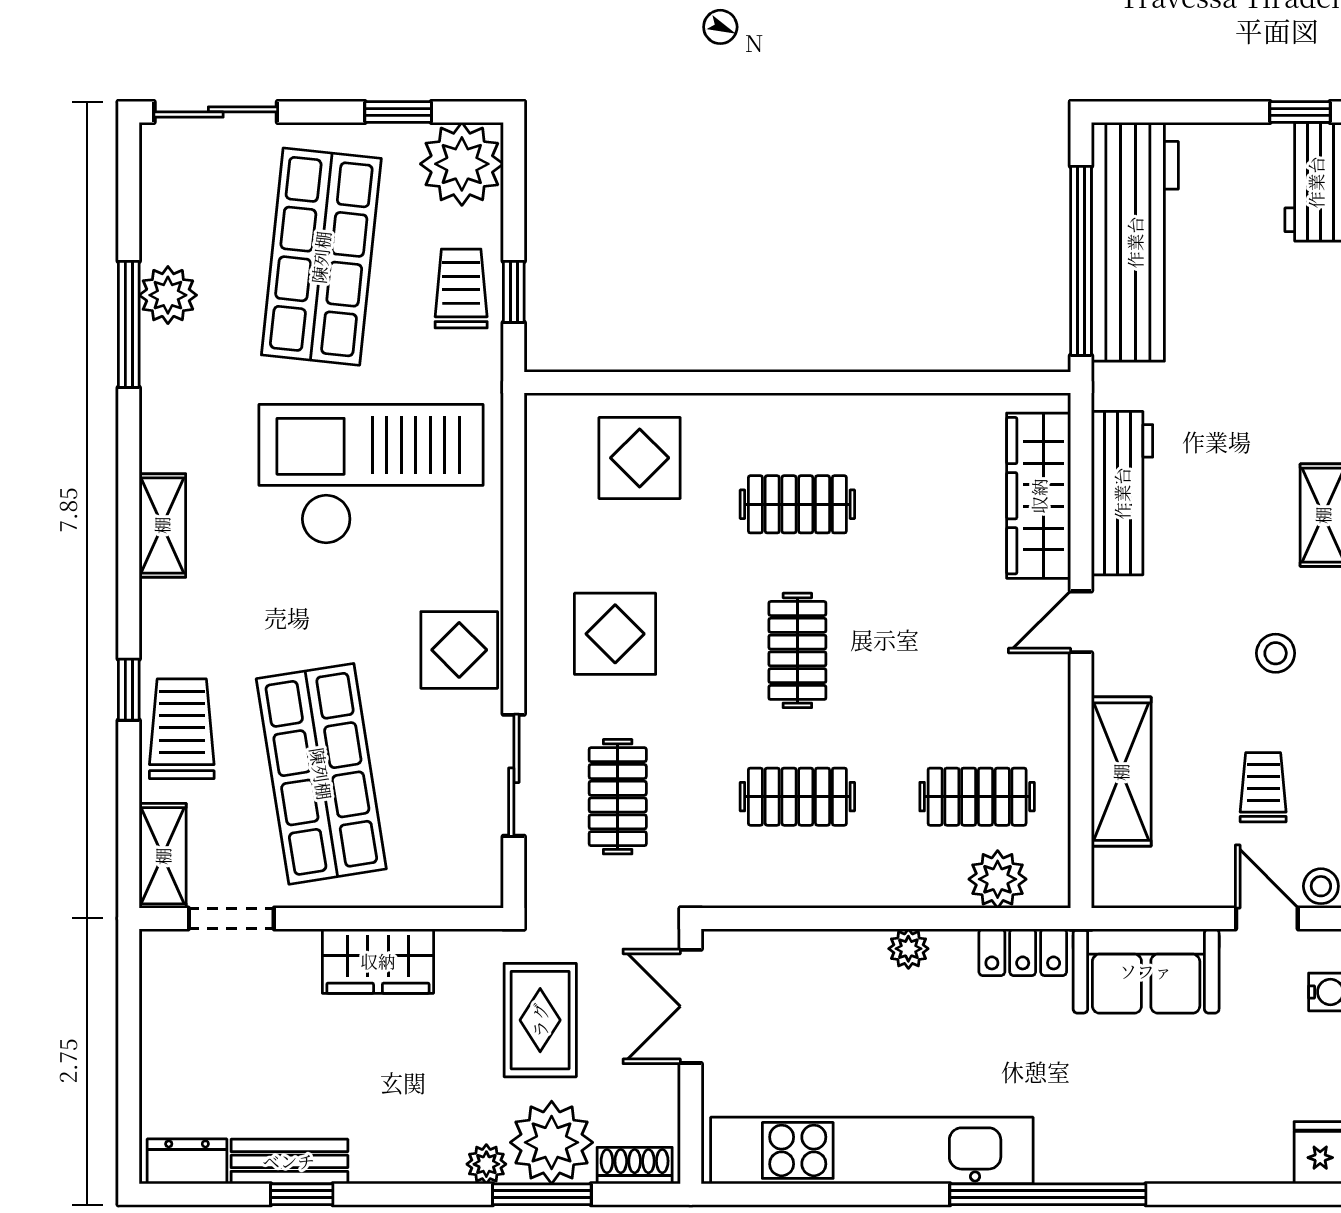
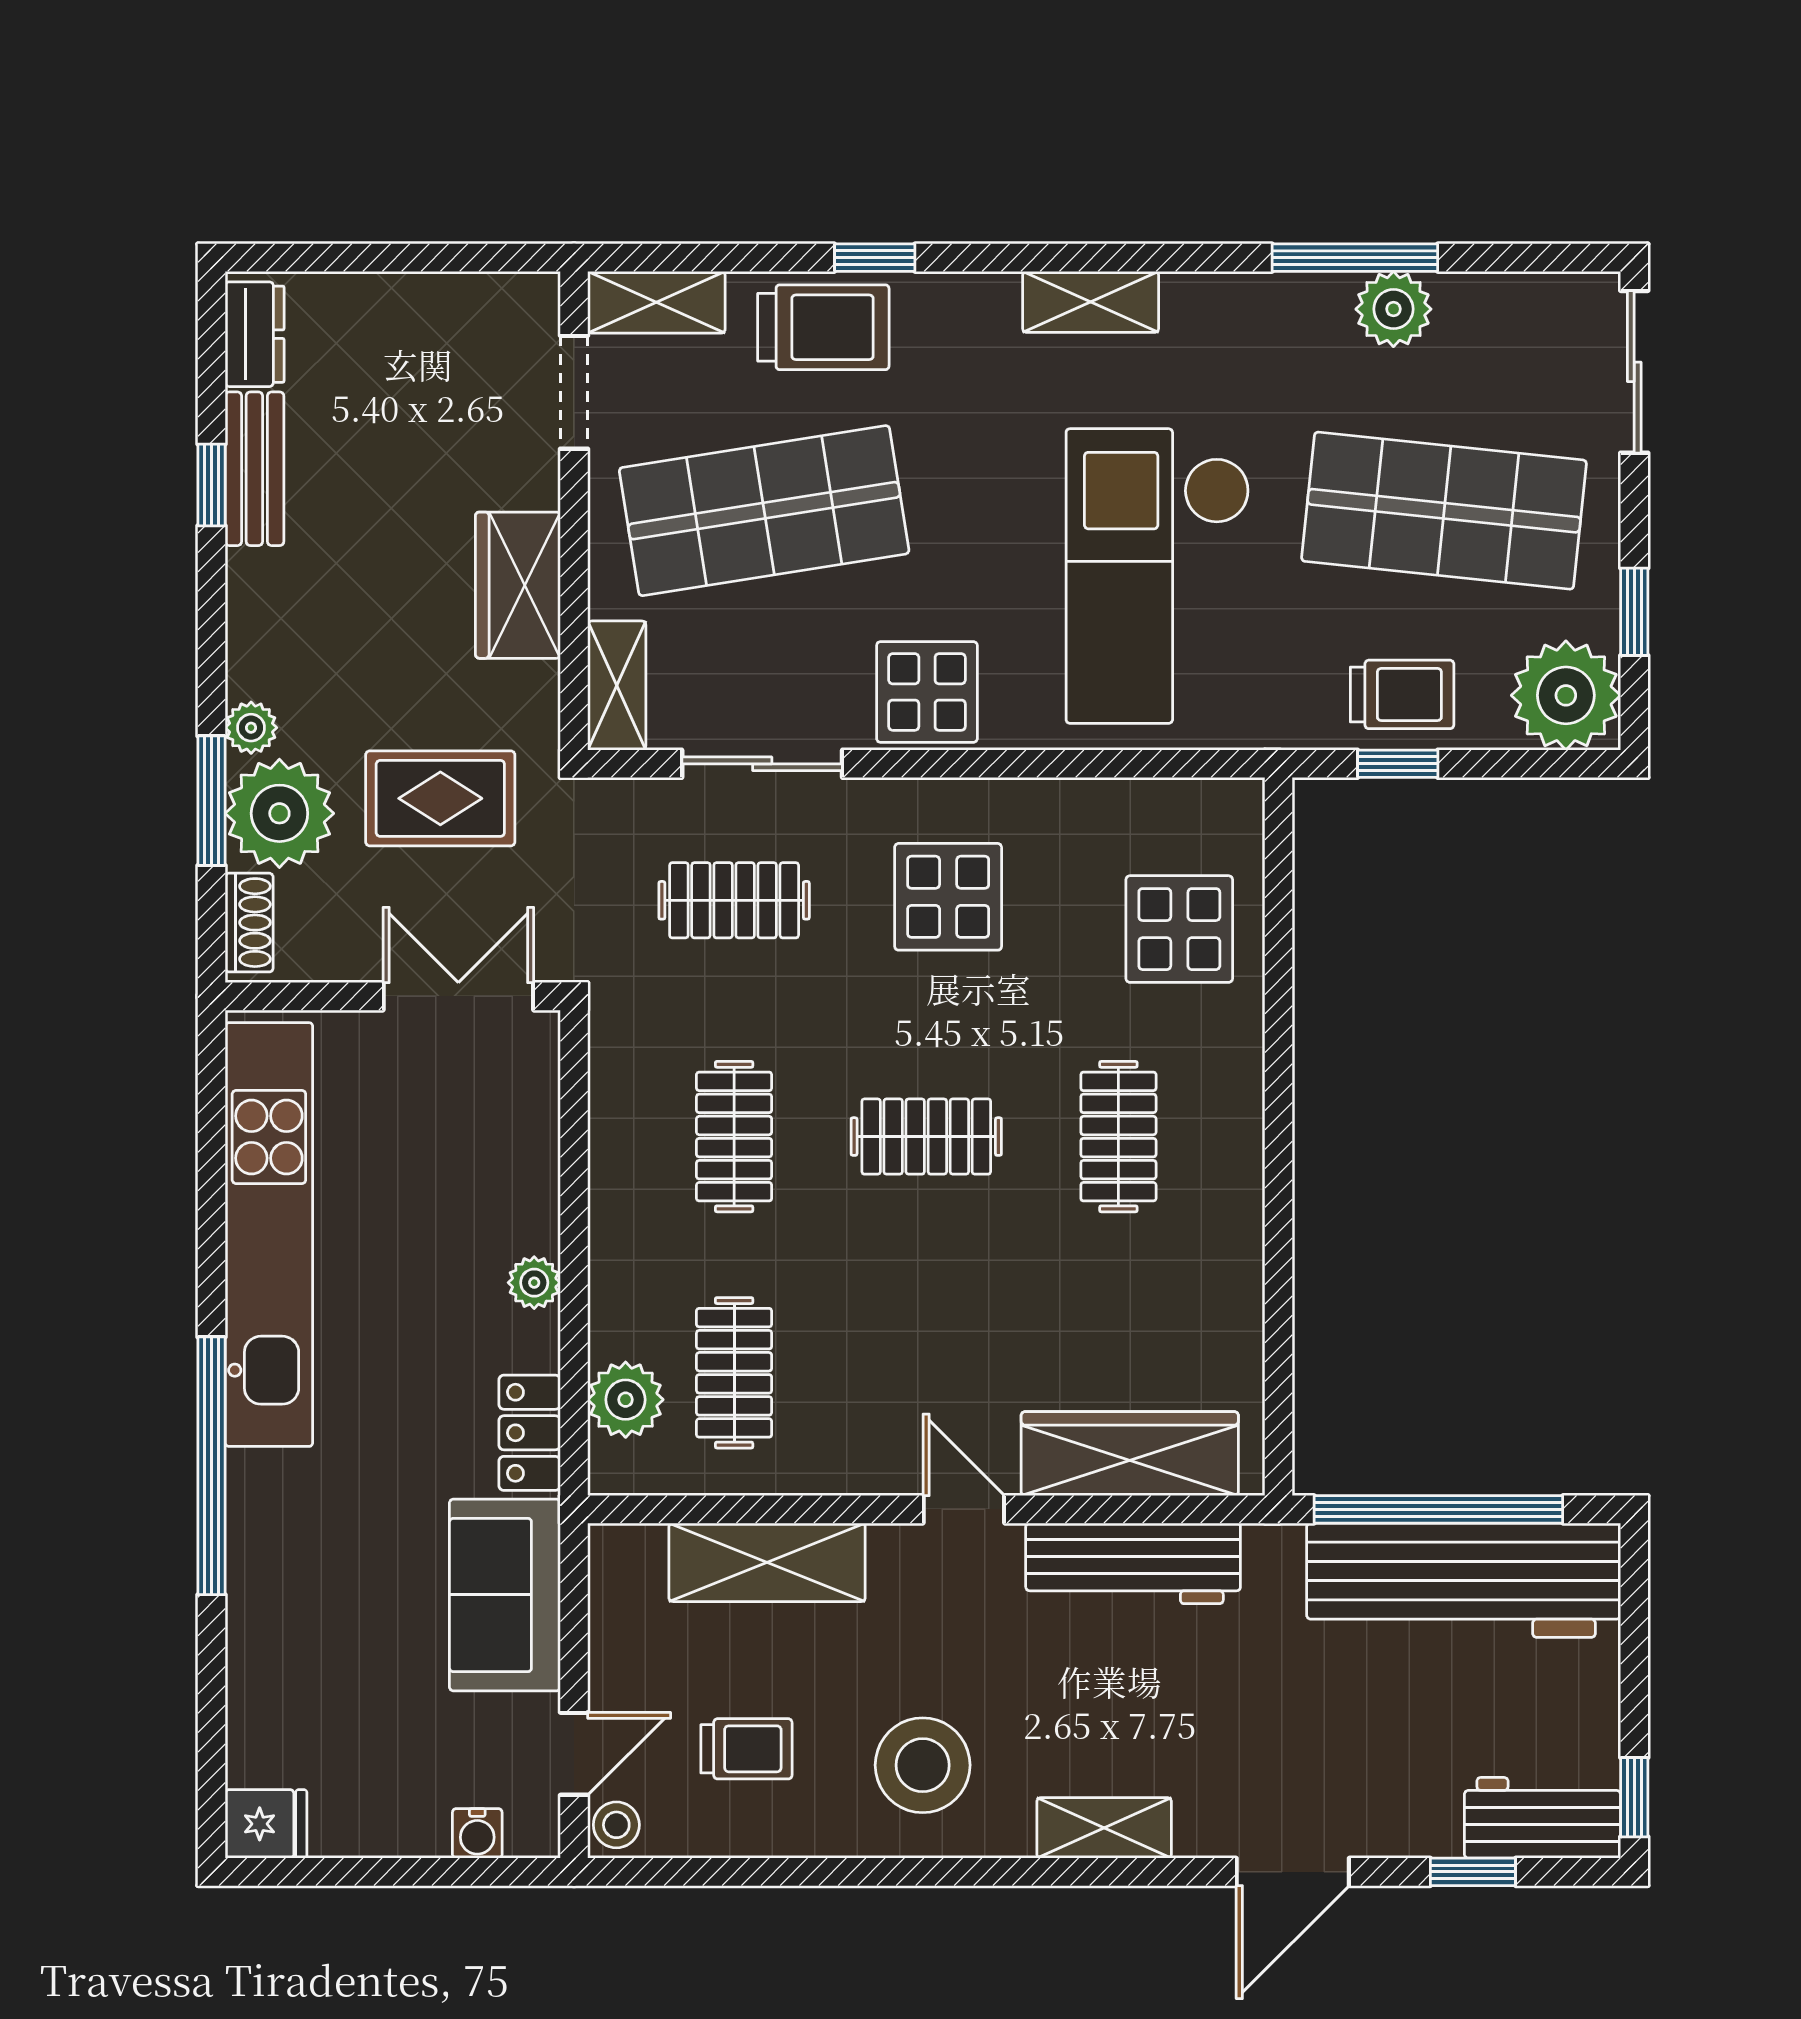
checkout: (371, 474) -> (1158, 576), turned 180
stool: (1276, 653) -> (923, 1765), width x1.89, depth x1.89
shelving: (454, 886) -> (617, 686), added

